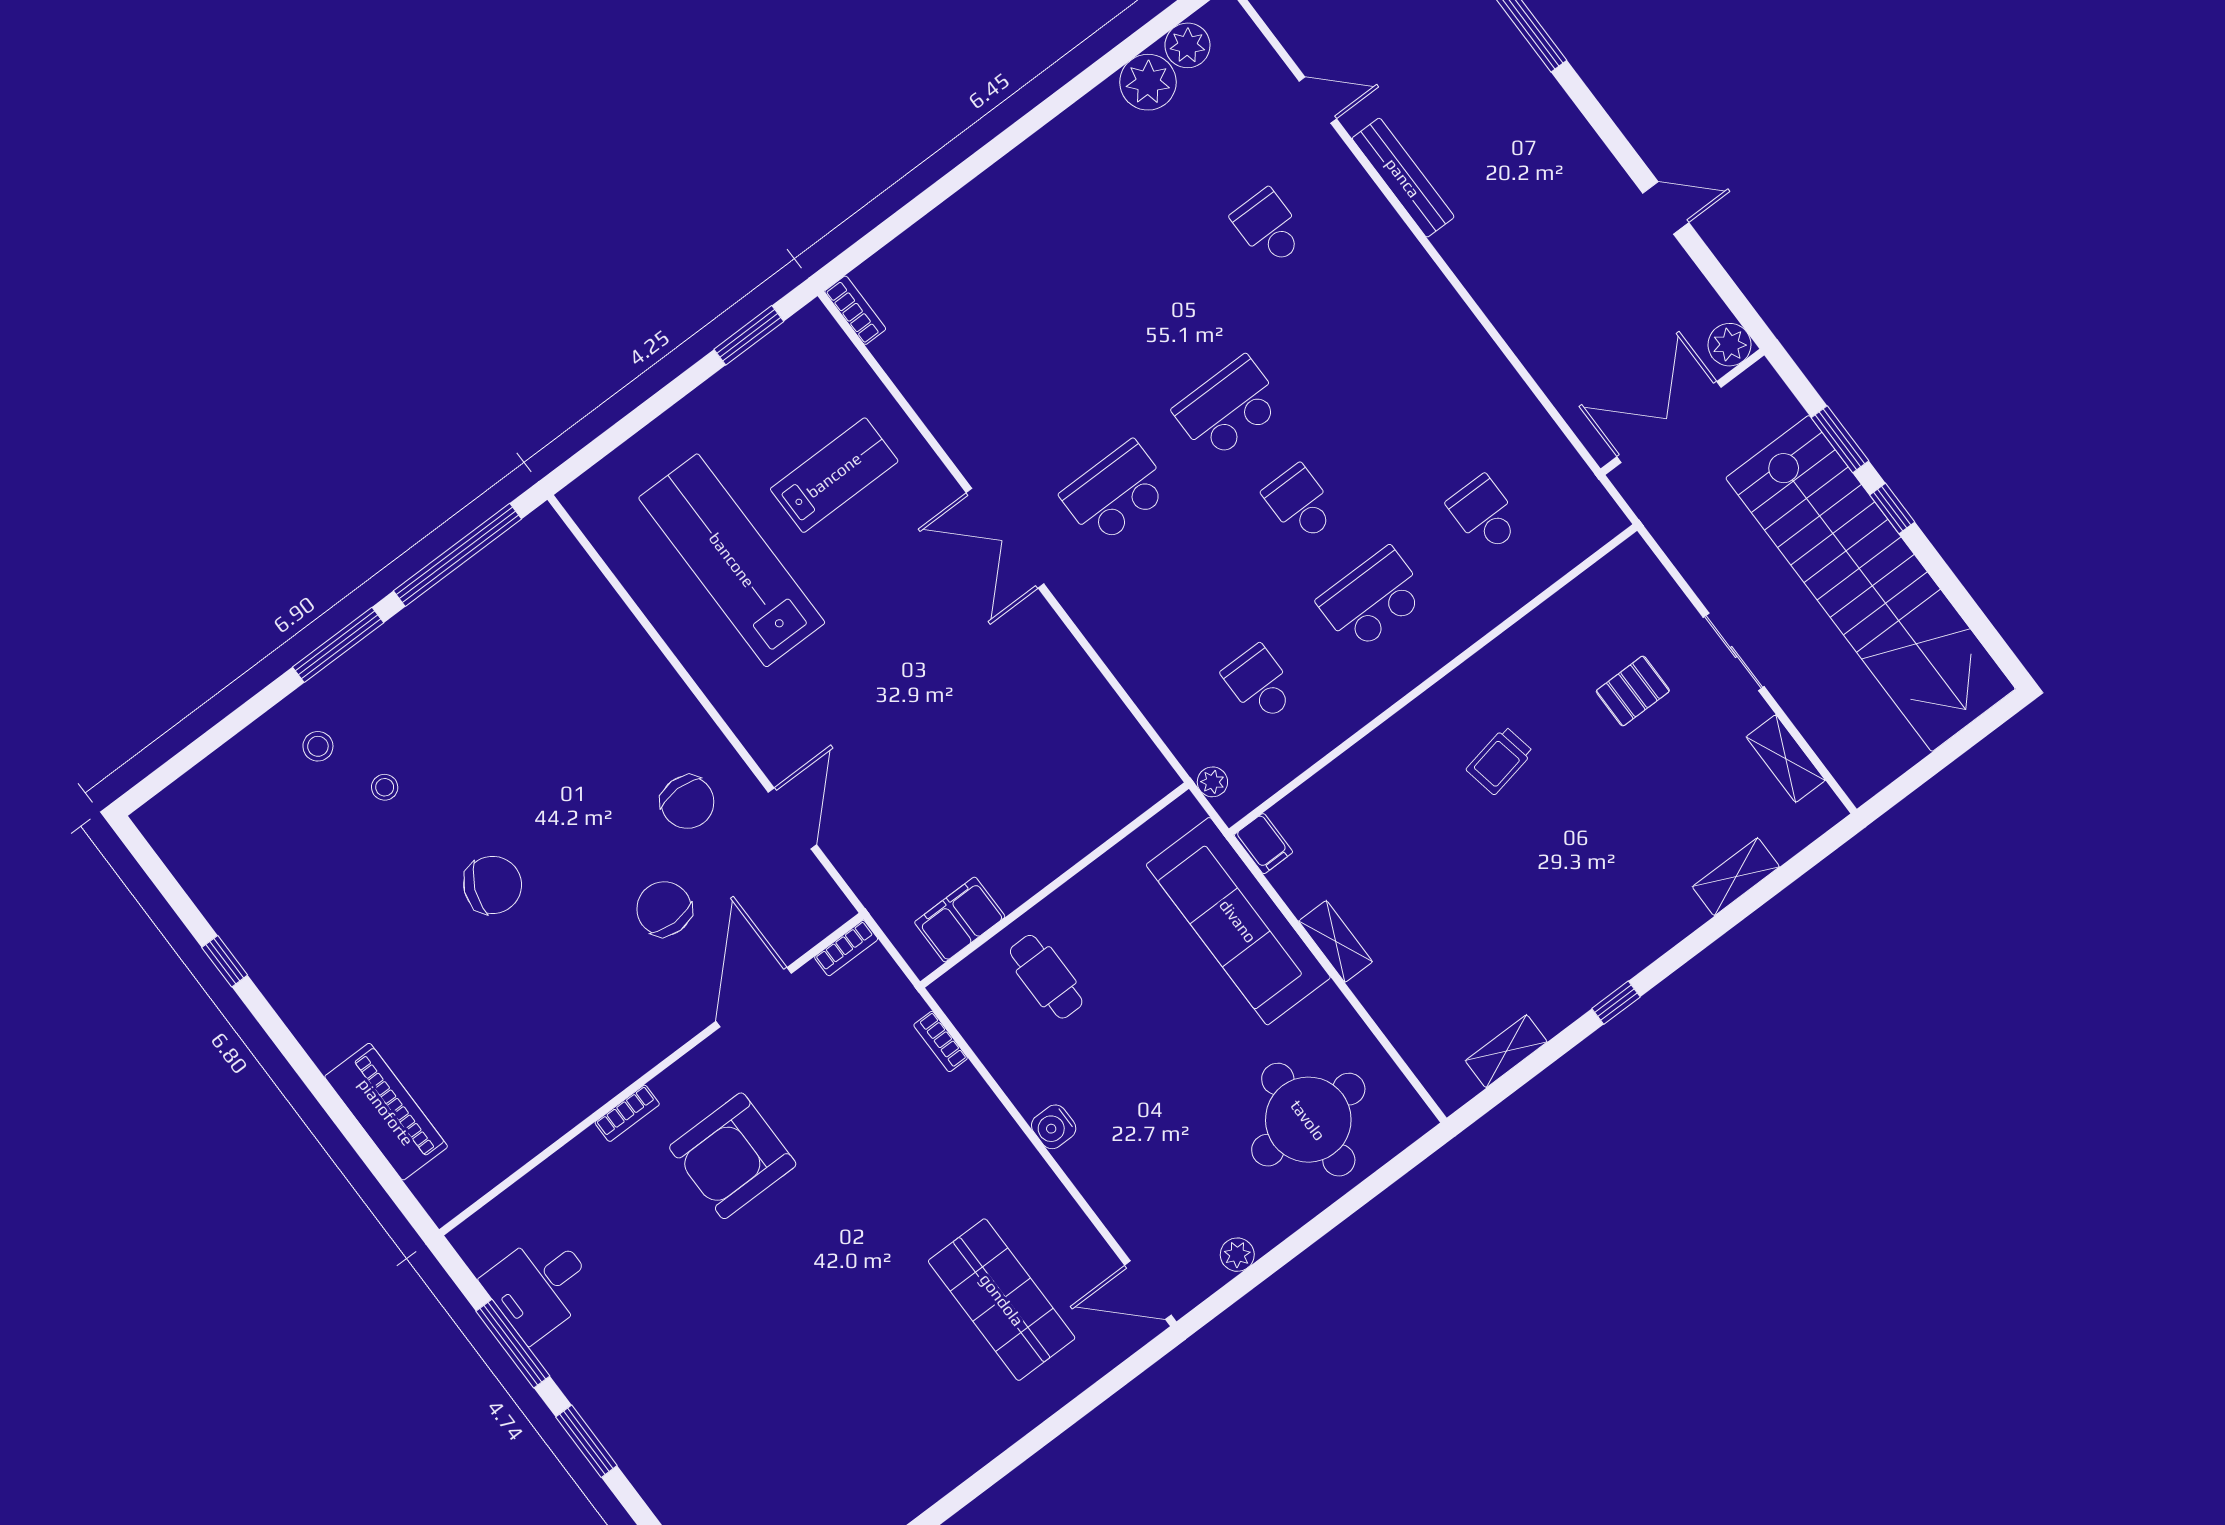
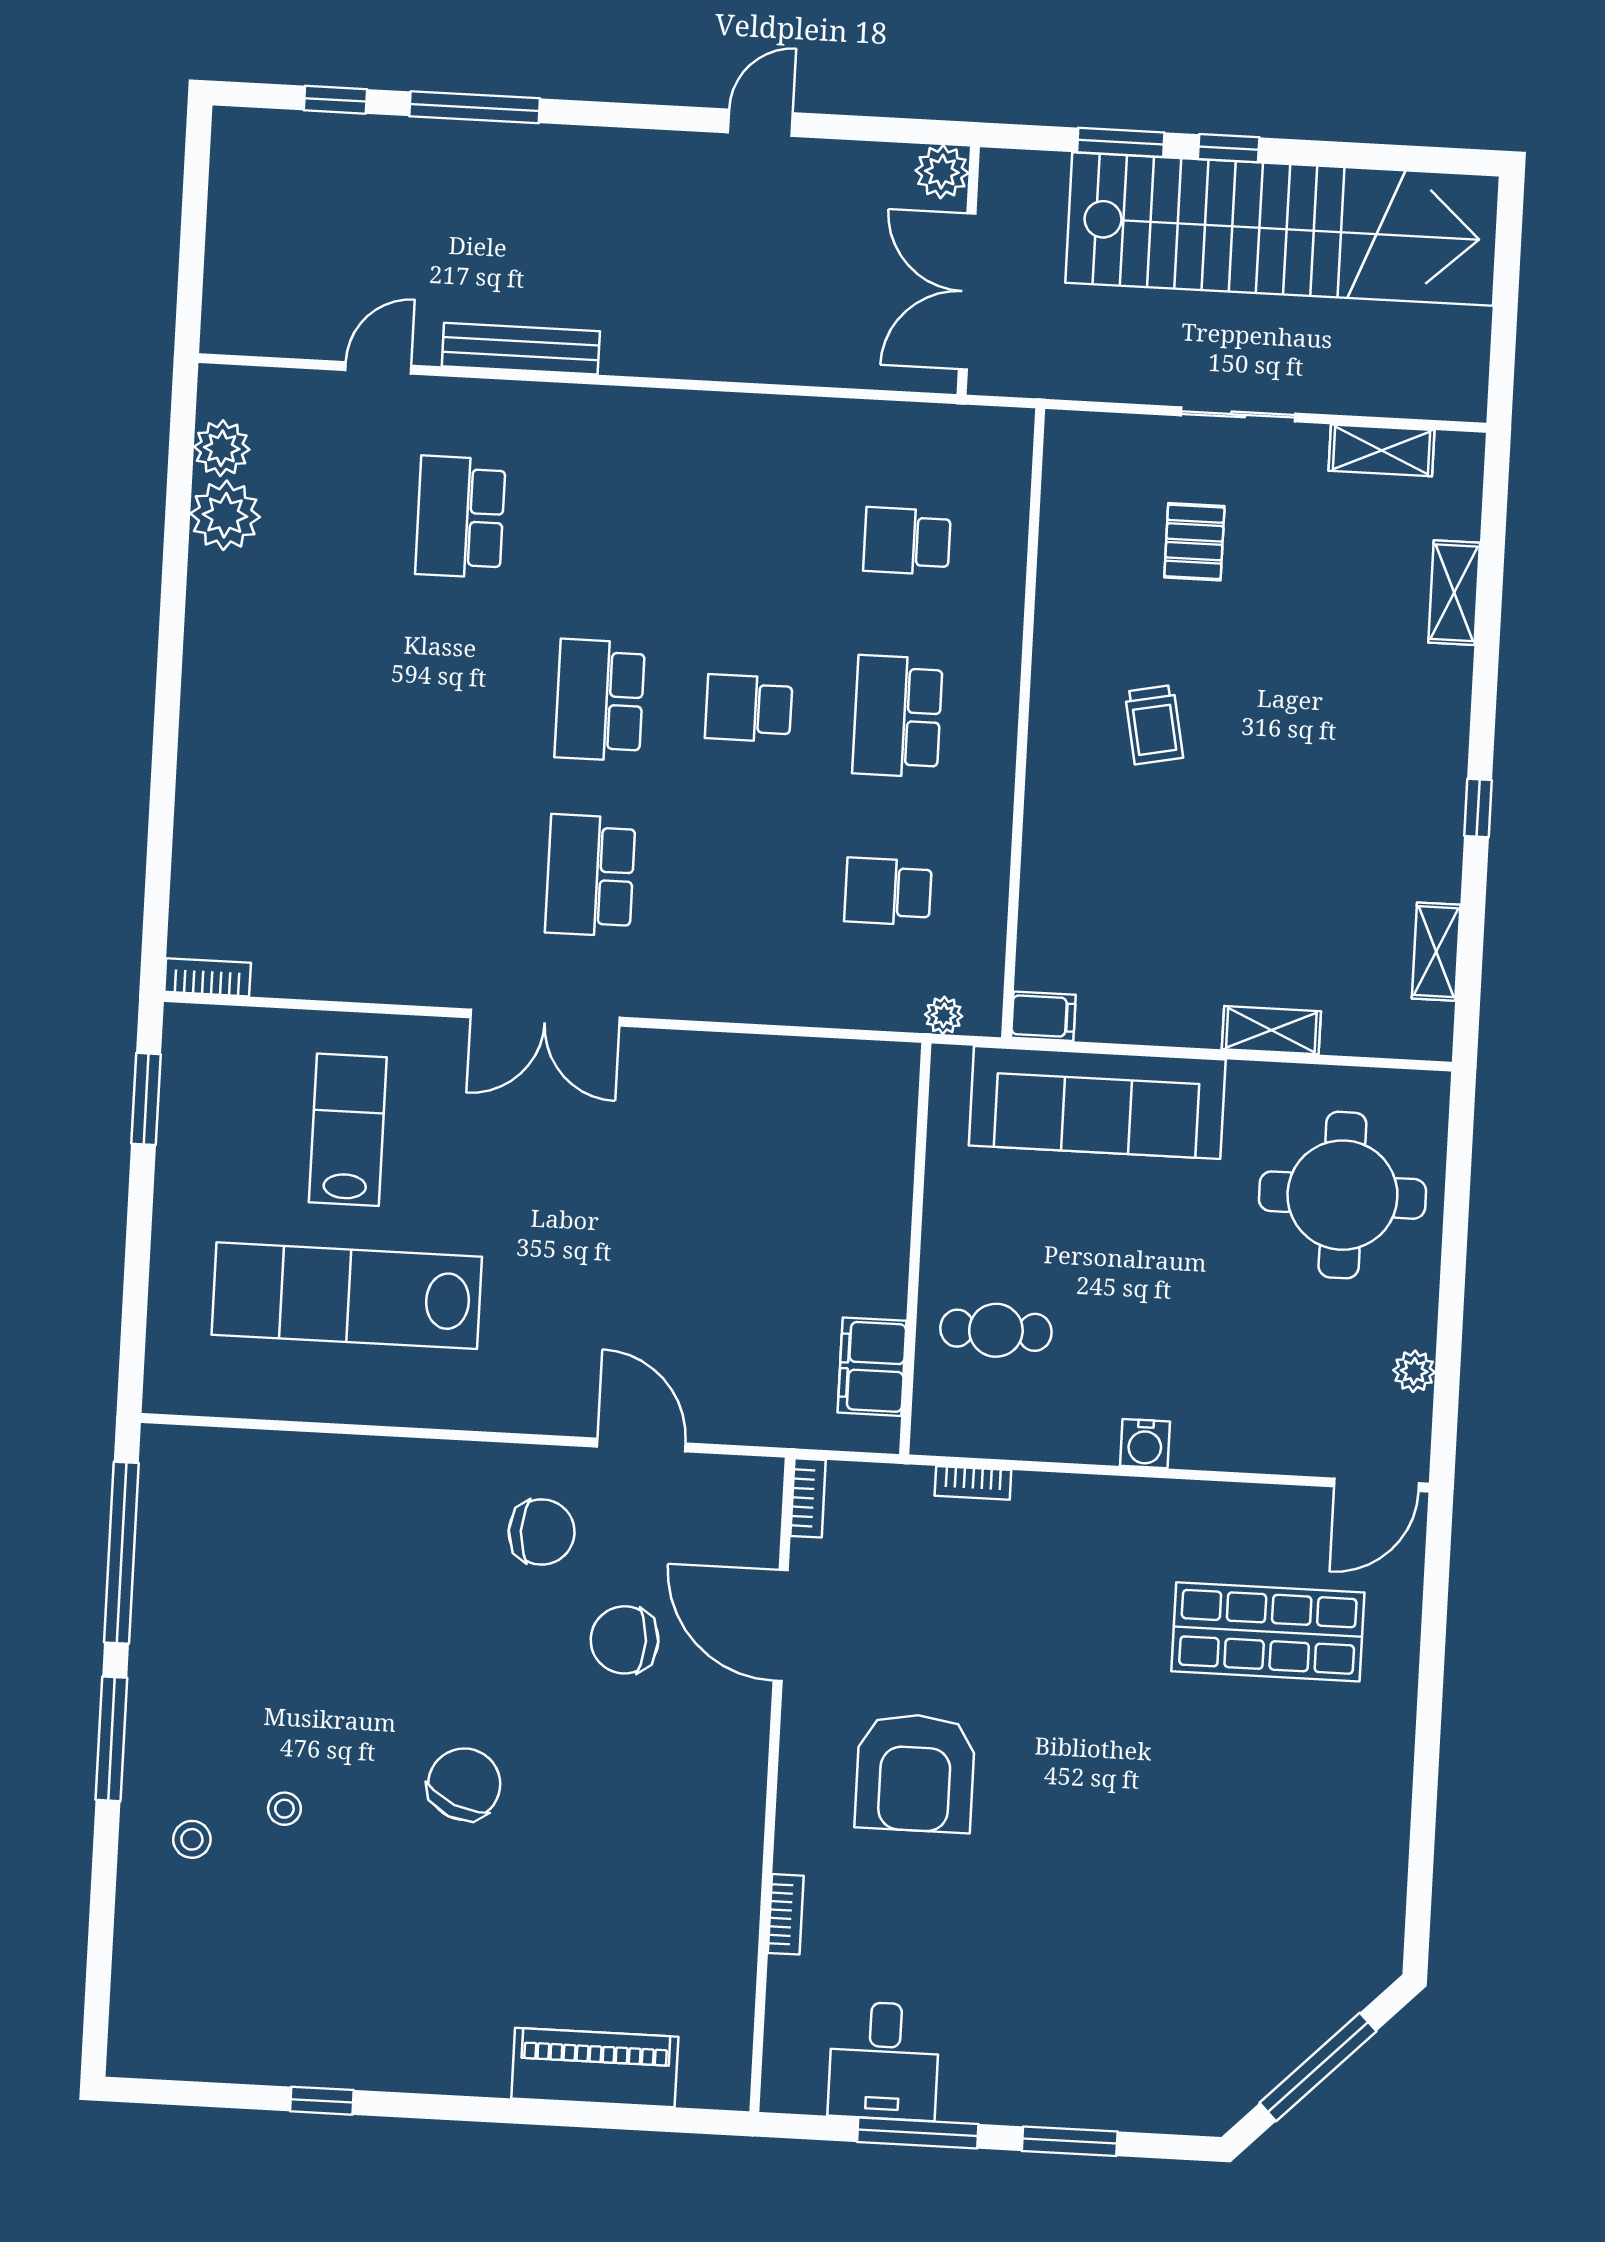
school desk: (1269, 227) -> (460, 517), width x1.85
shelving: (1336, 941) -> (1271, 1030), moved
bookcase: (627, 1113) -> (786, 1914), moved

